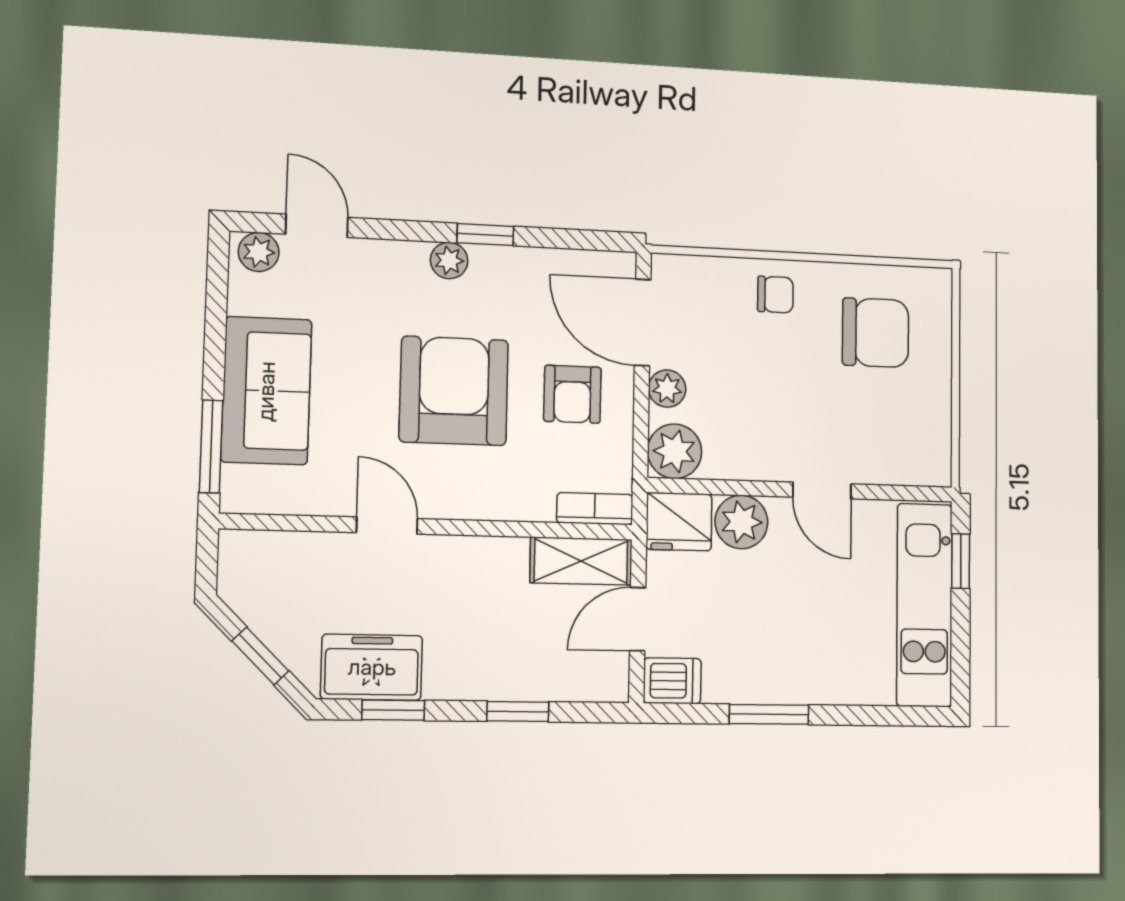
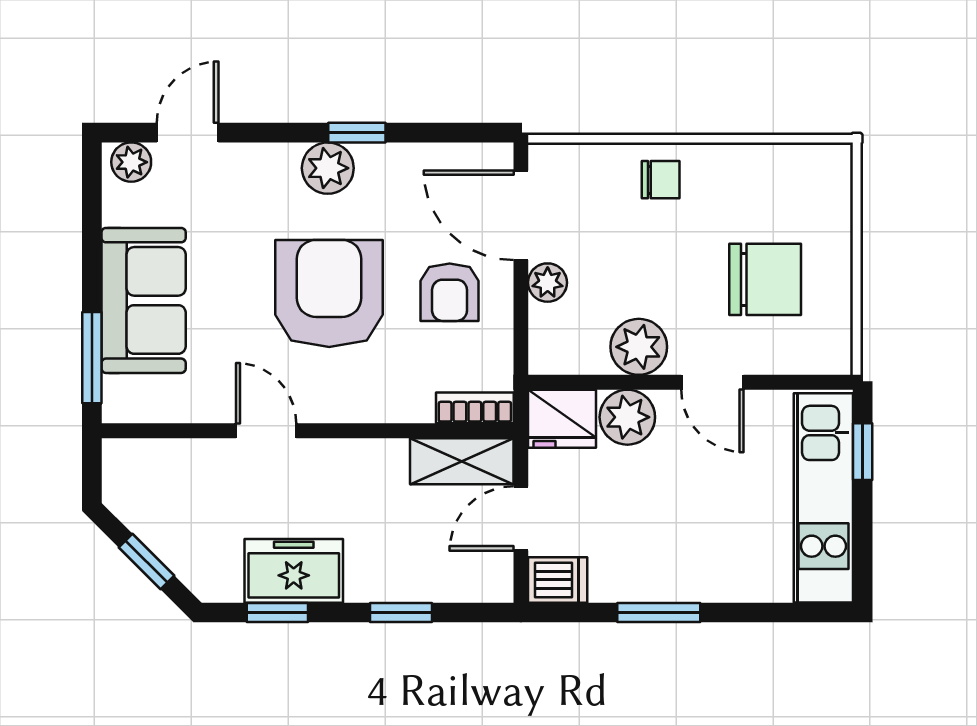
door: (317, 226) -> (188, 133), hinge flipped
plant: (449, 260) -> (328, 168), width x1.38, depth x1.38
chair: (876, 333) -> (765, 279), moved
plant: (675, 451) -> (639, 347), moved
freezer: (372, 667) -> (294, 571), moved

